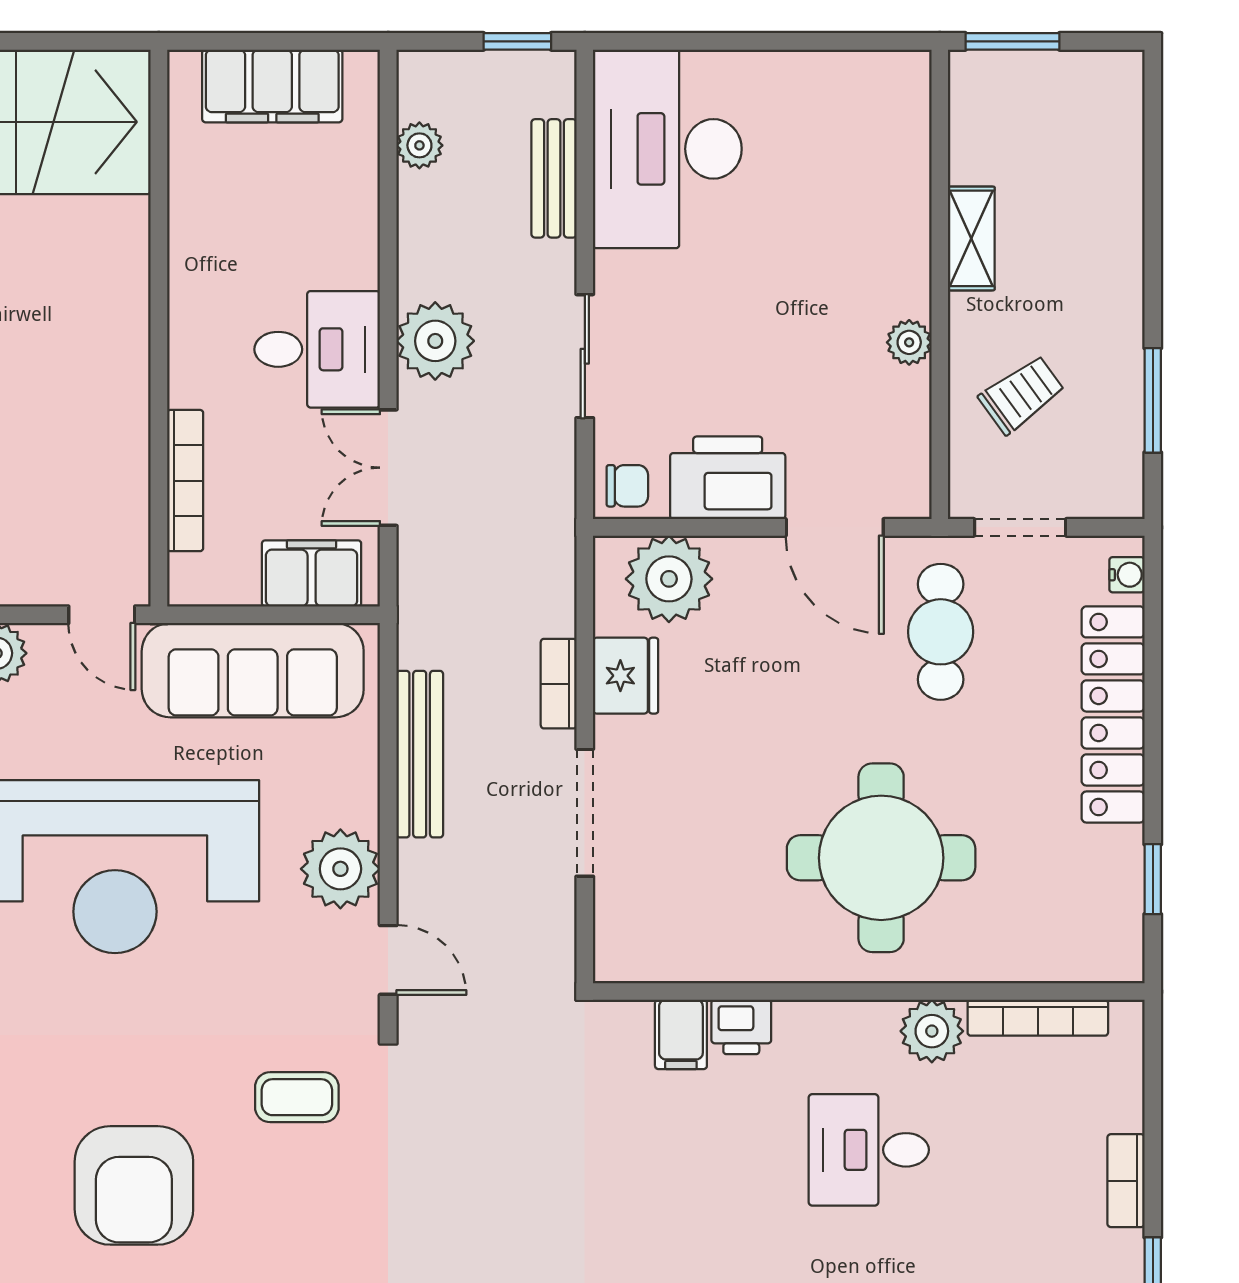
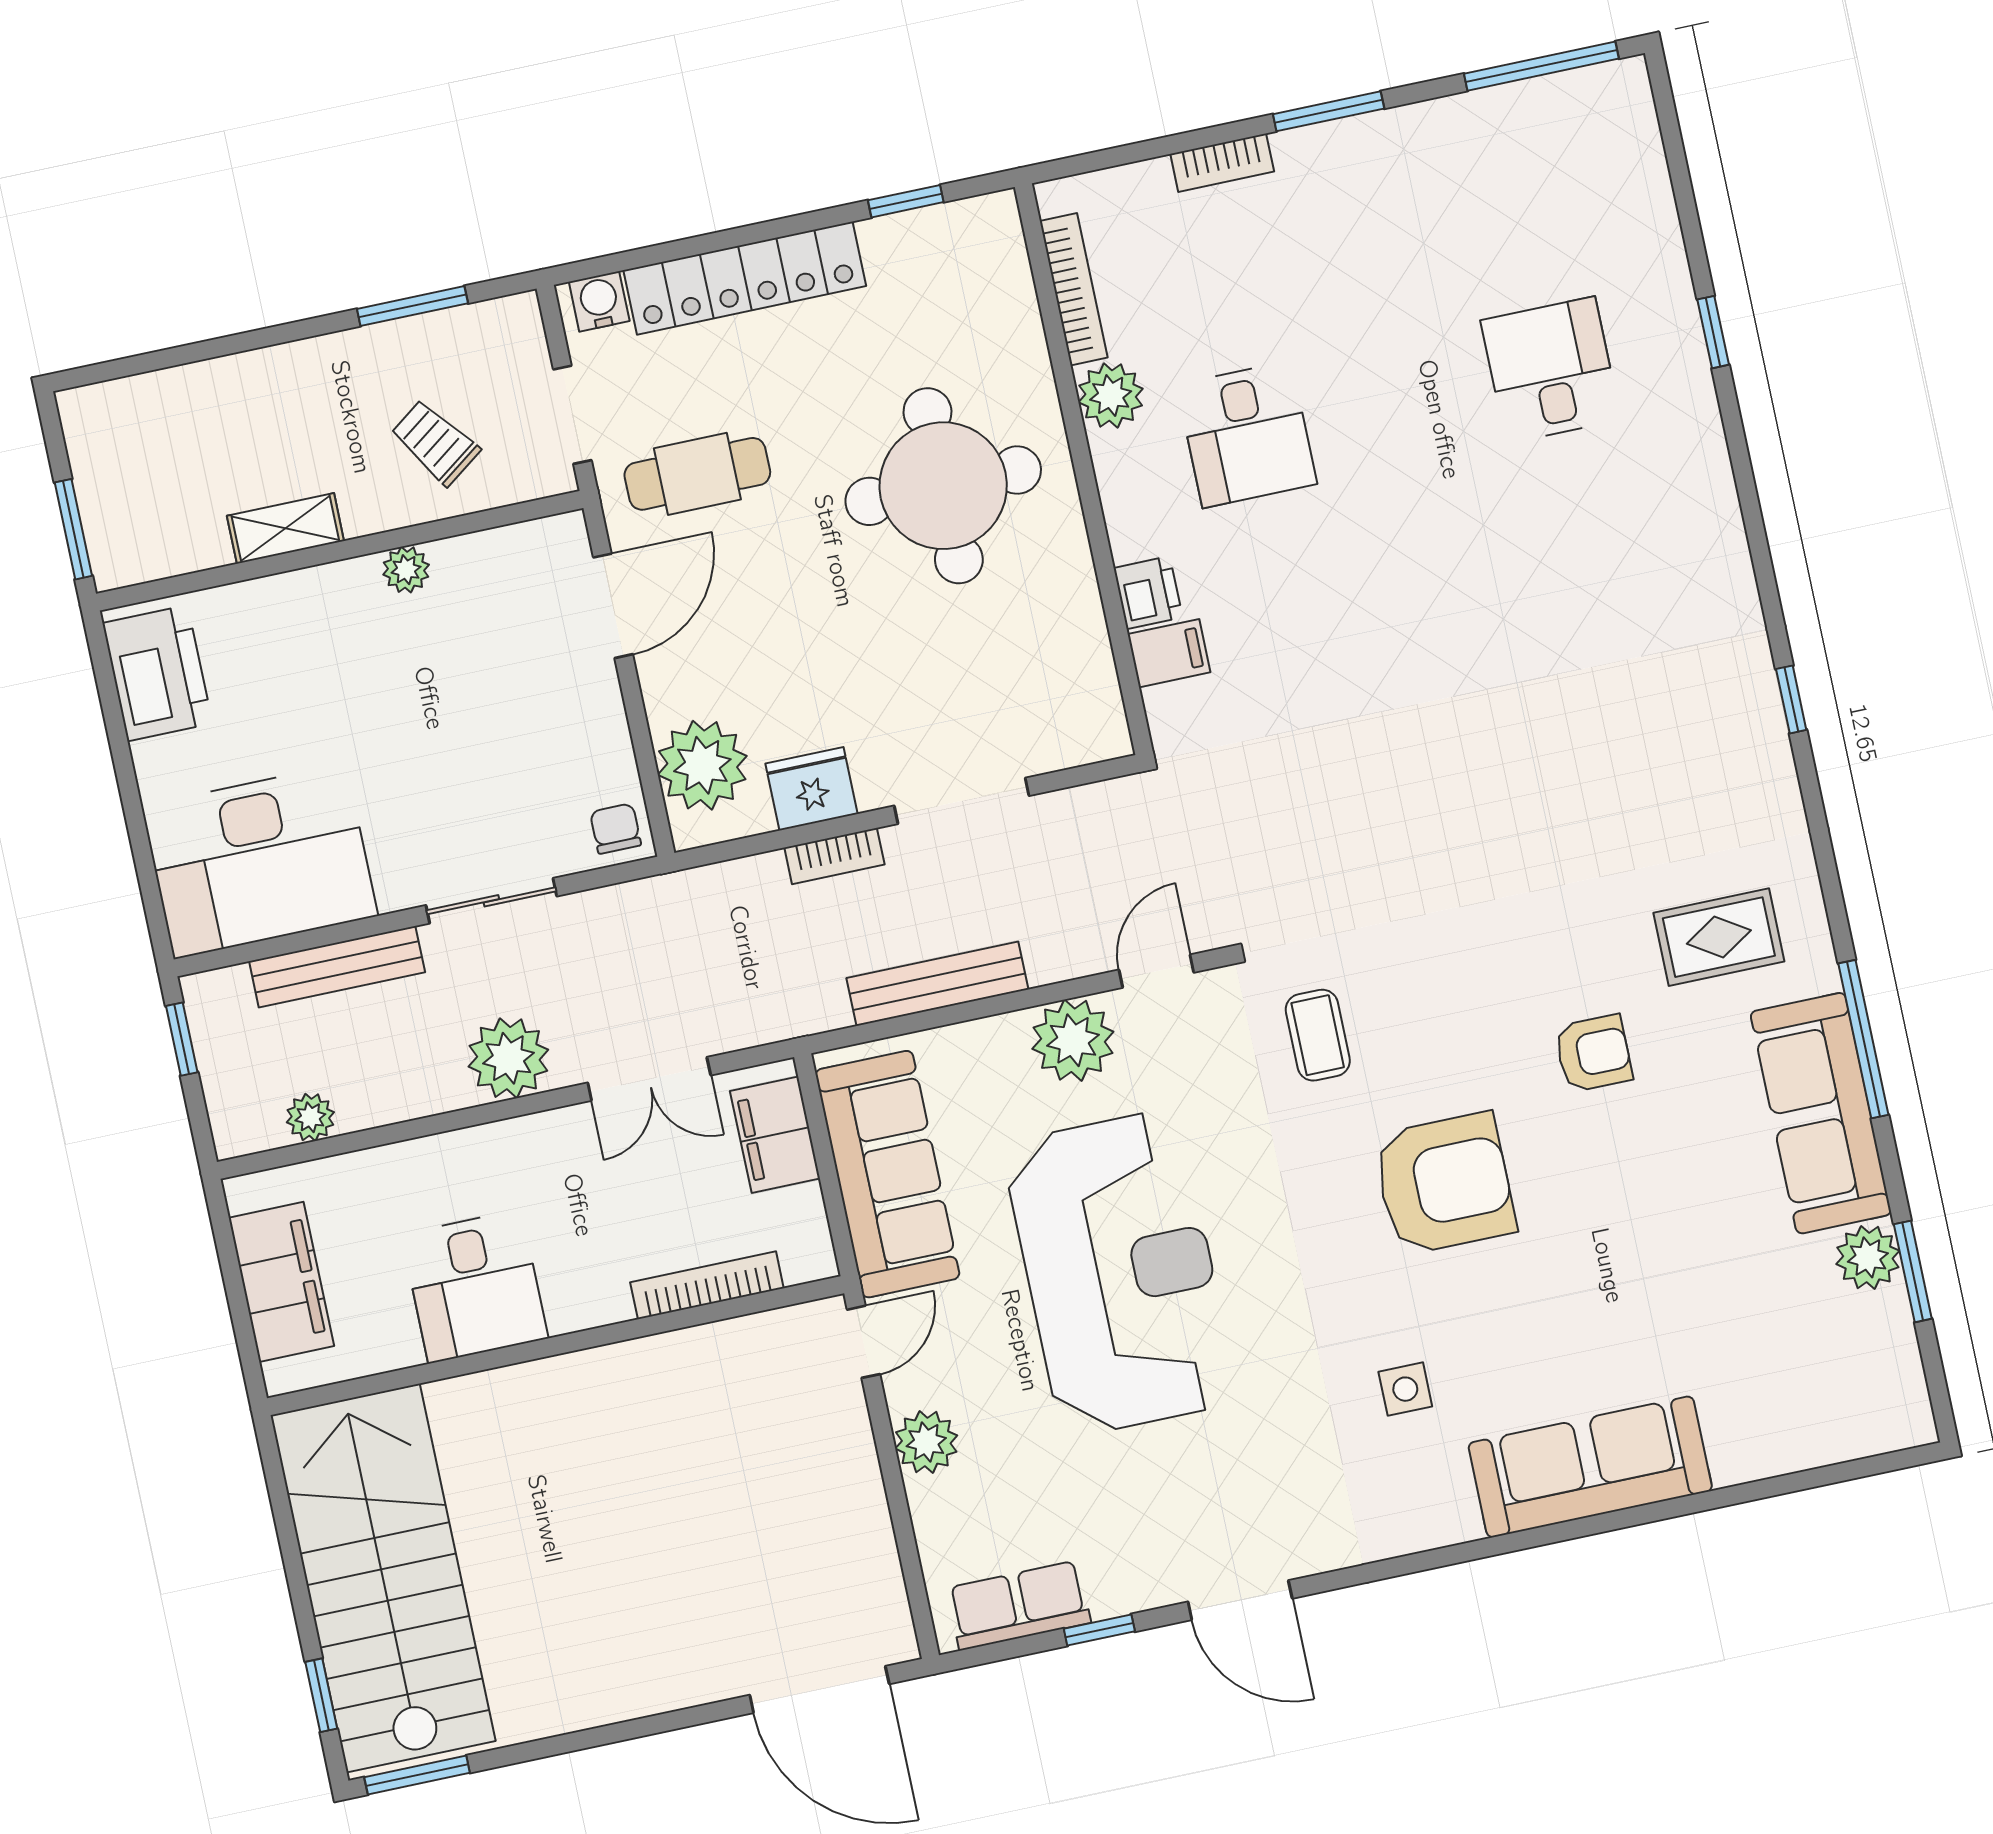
bench: (554, 178) -> (337, 967), width x1.36
desk: (317, 349) -> (475, 1286), moved, turned 180
printer: (728, 478) -> (157, 673), moved, turned 180
water cooler: (1127, 575) -> (599, 301), width x1.38, depth x1.38

